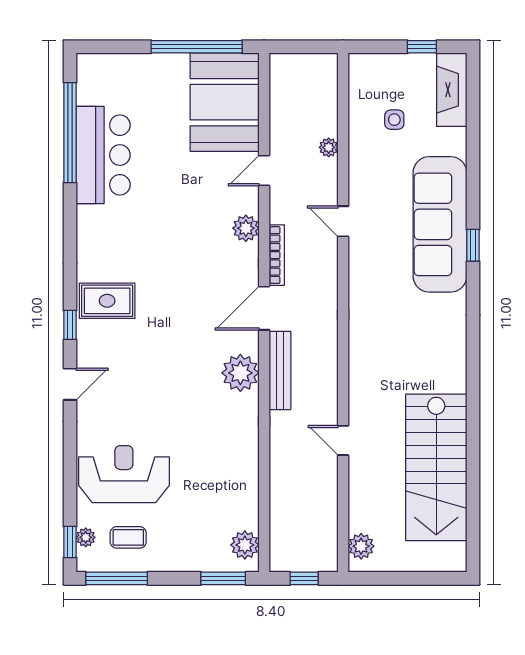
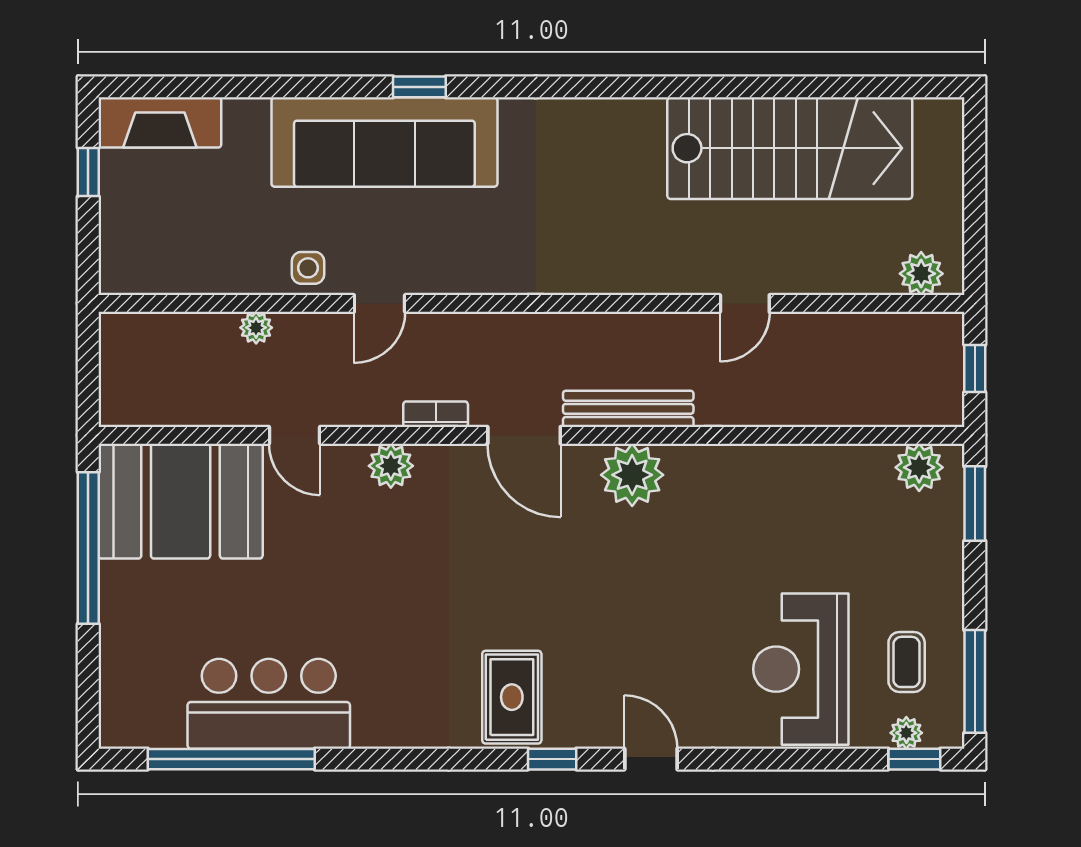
side table: (394, 120) -> (308, 268), moved
bookcase: (277, 255) -> (436, 414), width x0.64

